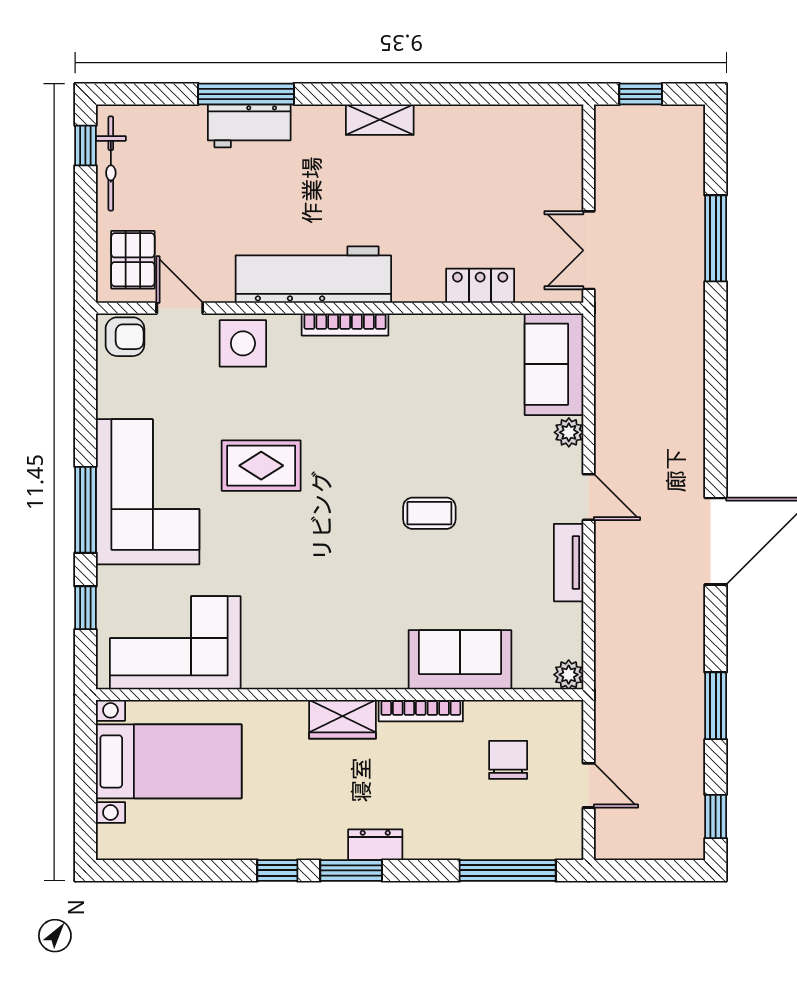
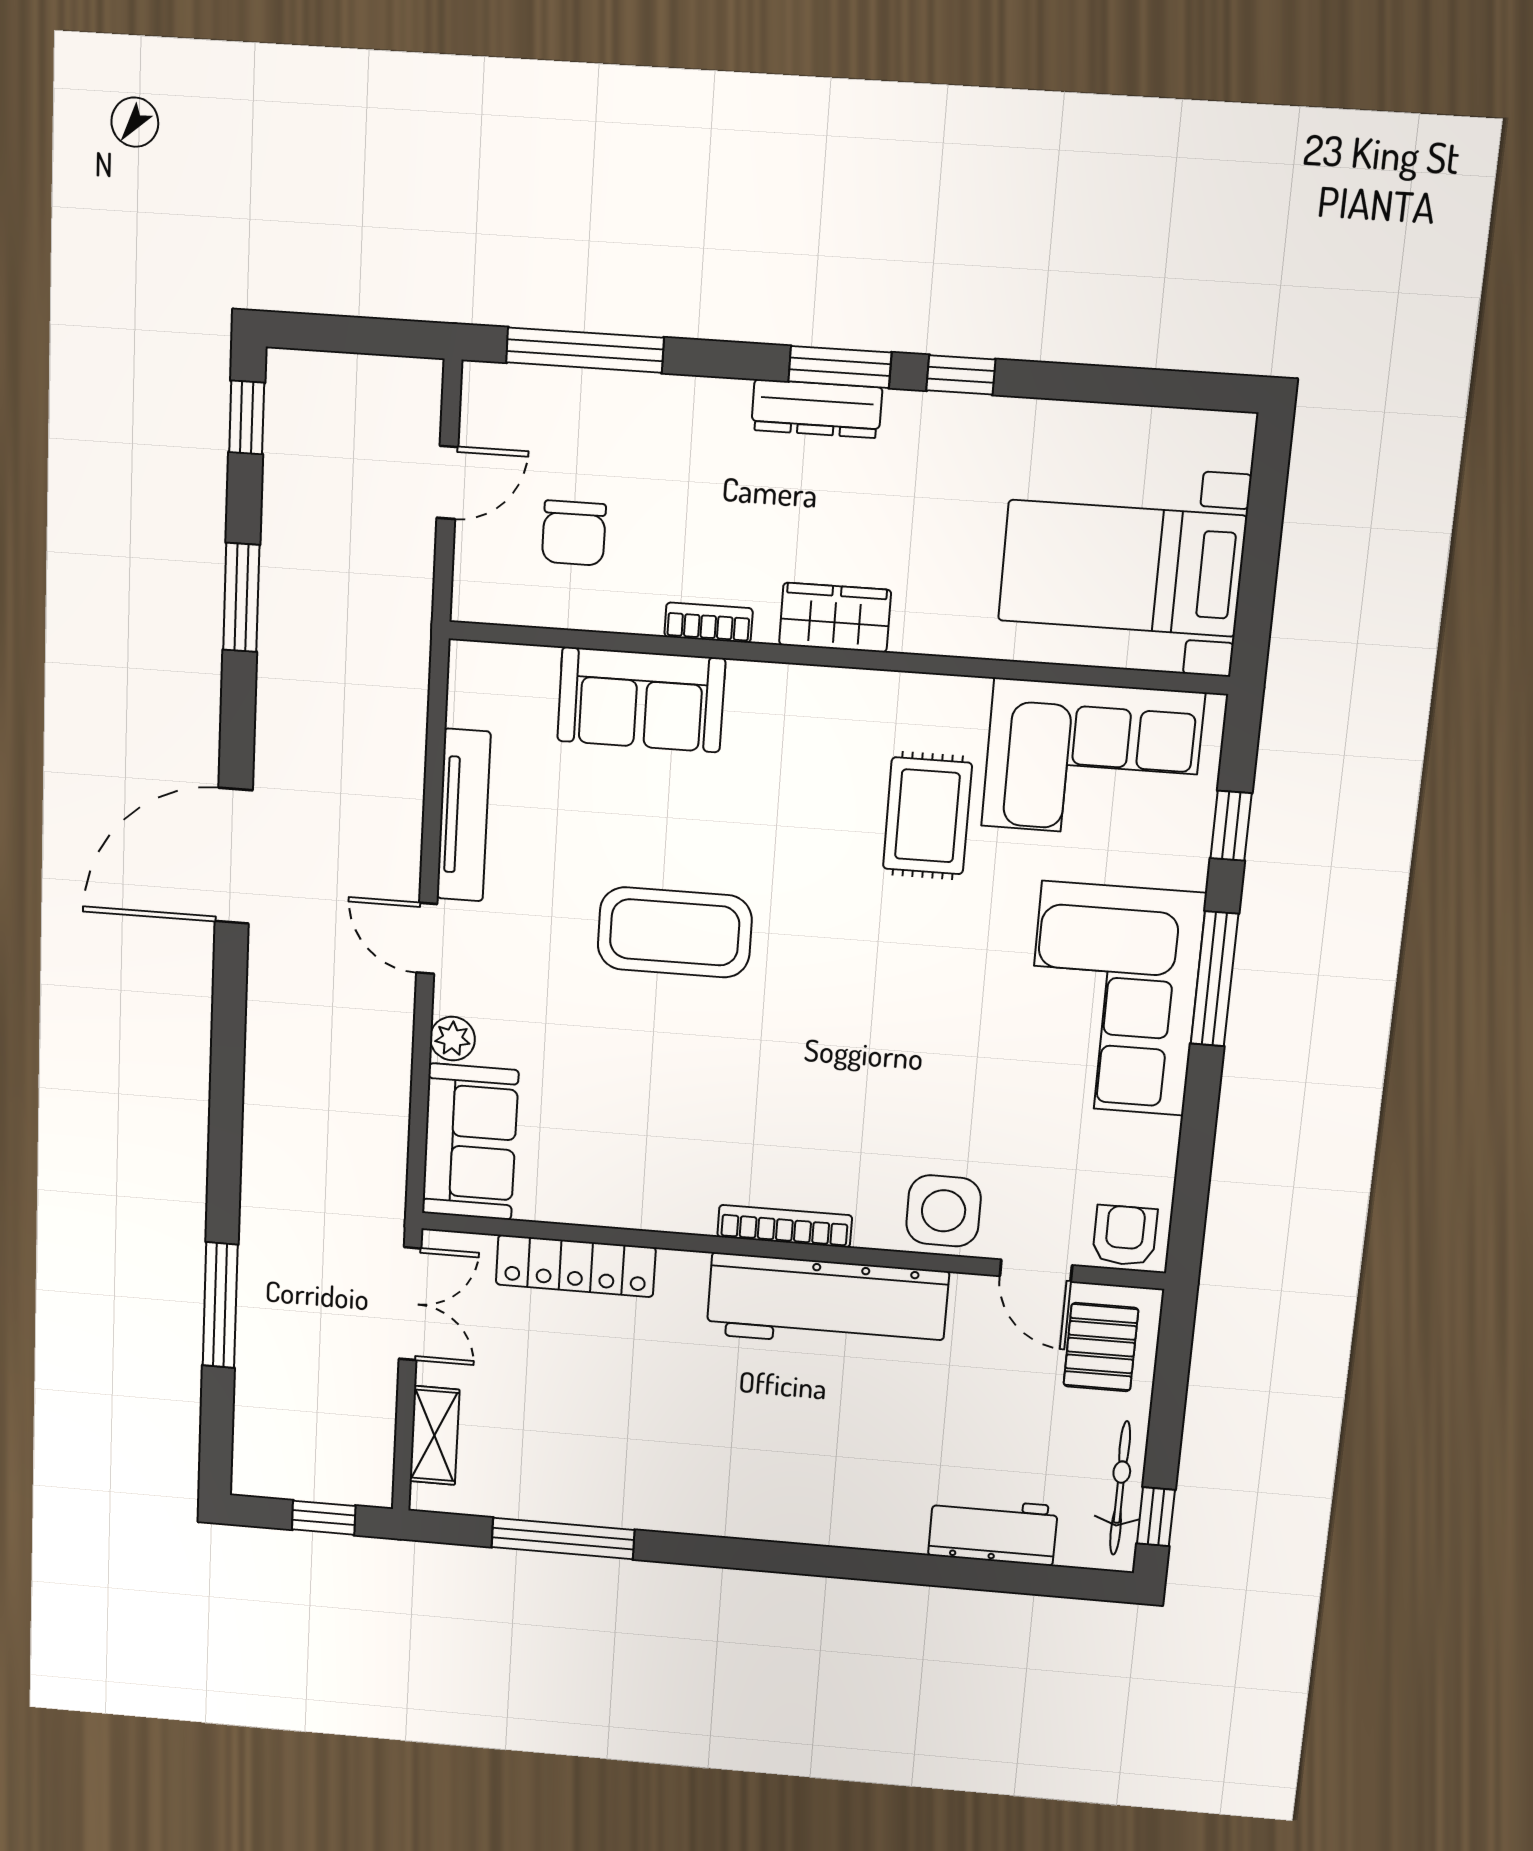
window: (246, 94) -> (563, 1538), moved
shelving: (380, 120) -> (434, 1435), moved, turned 90
workbench: (249, 126) -> (993, 1531), moved
locker: (480, 286) -> (576, 1266), width x1.53
armchair: (125, 337) -> (1125, 1235), turned 90
rug: (261, 466) -> (927, 816), moved, turned 90
coffee table: (429, 513) -> (675, 932), width x1.86, depth x1.72
tv unit: (569, 563) -> (464, 815), width x1.41
plant: (569, 675) -> (471, 664), removed
bookcase: (421, 711) -> (709, 623), width x0.64
door: (589, 785) -> (447, 482), swing flipped
dresser: (375, 845) -> (817, 409), width x1.44

